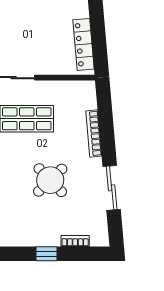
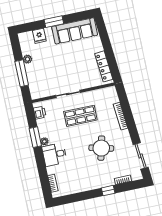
round table: (50, 180) -> (101, 148), turned -32
sliding door: (112, 188) -> (141, 156), moved

